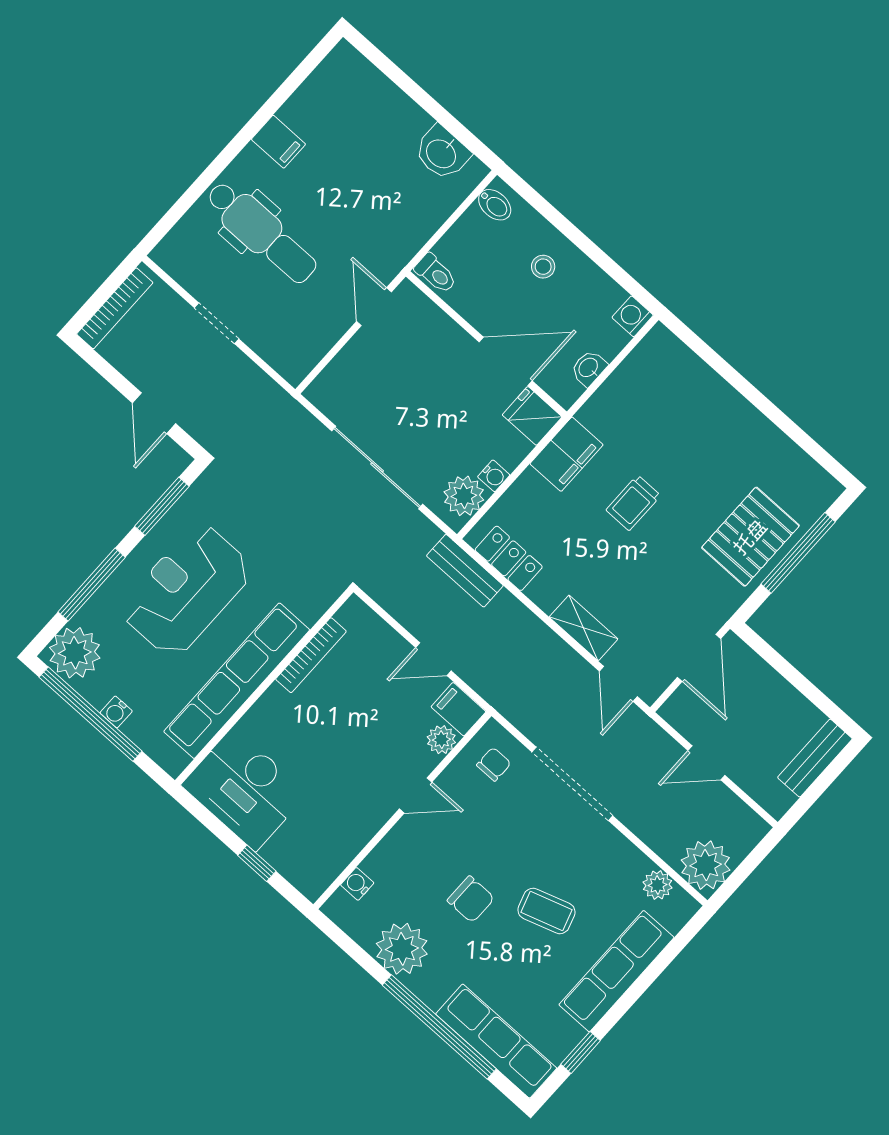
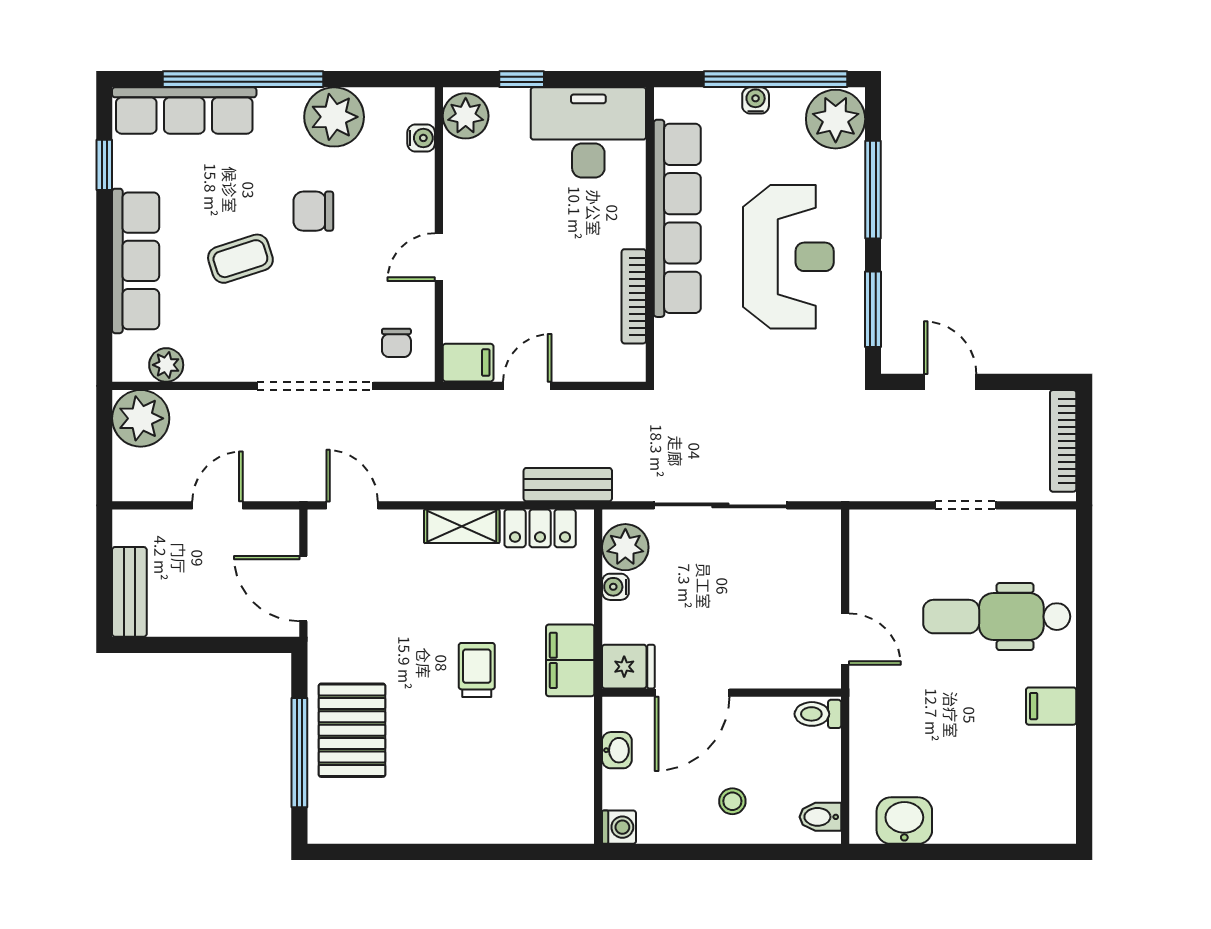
shelving: (584, 628) -> (462, 526), moved
plant: (441, 740) -> (466, 116), moved, width x1.38, depth x1.38

